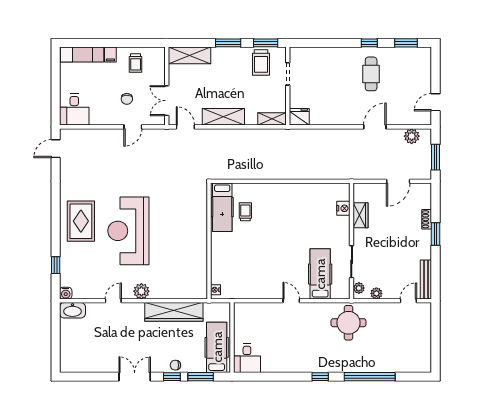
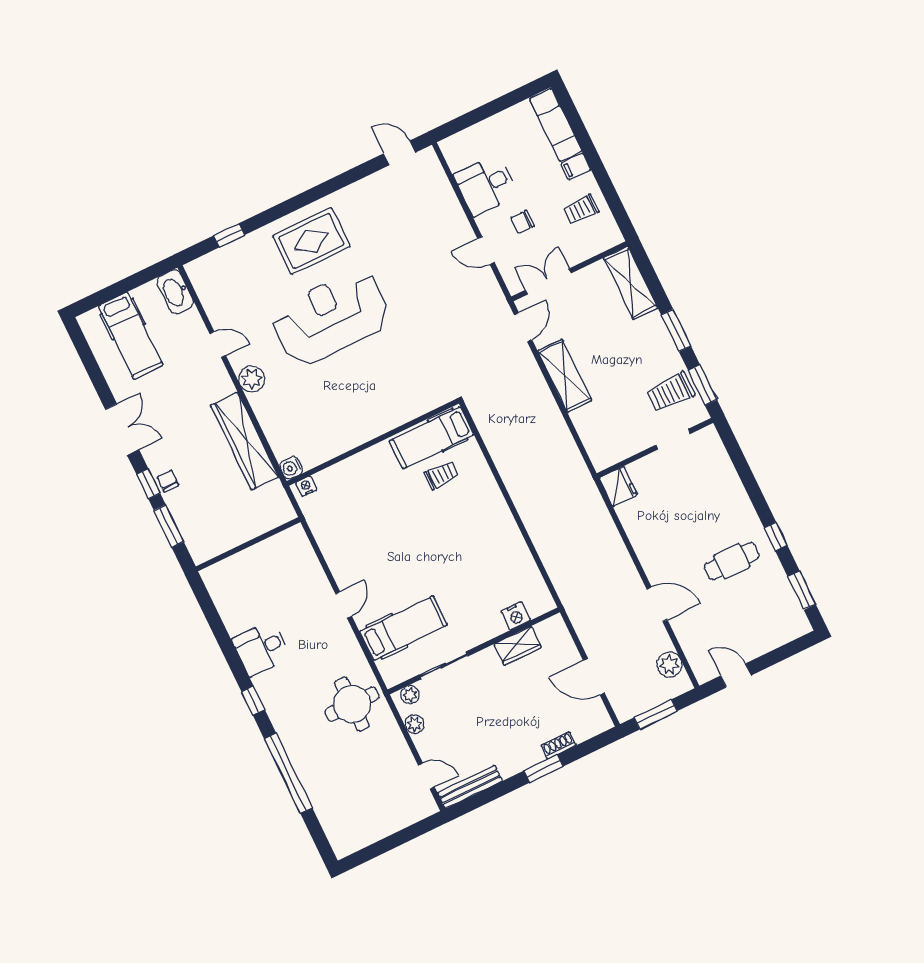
desk: (74, 110) -> (486, 185), moved
shelving: (272, 119) -> (596, 448), removed
water cooler: (66, 293) -> (291, 468), moved
hospital bed: (217, 347) -> (131, 336), moved, turned 90
desk: (247, 358) -> (261, 649), moved

